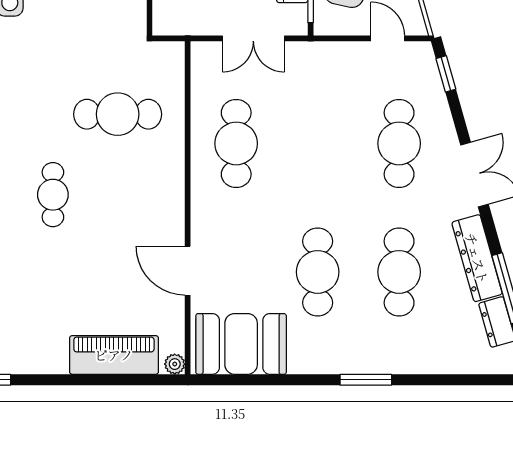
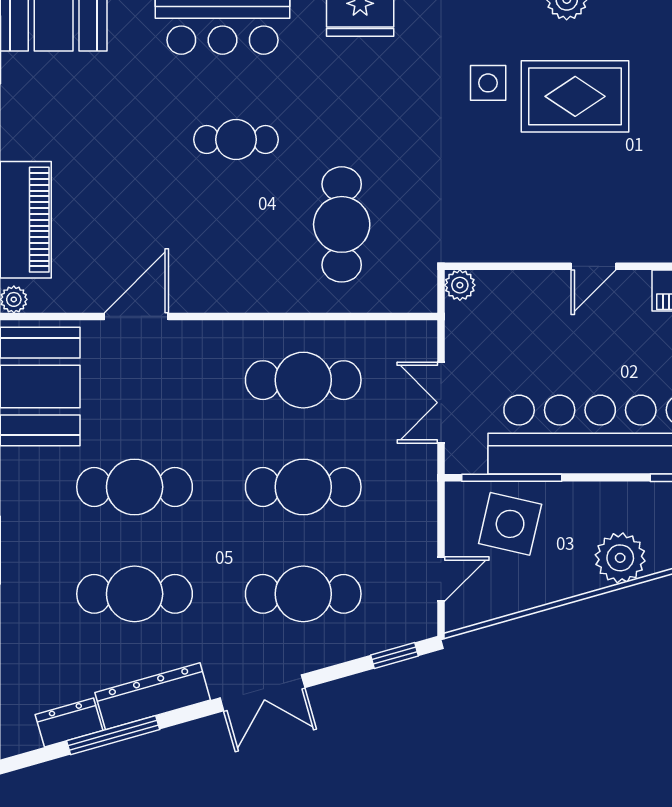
plant: (164, 24) -> (460, 285), added
cafe table: (318, 143) -> (303, 487), added

